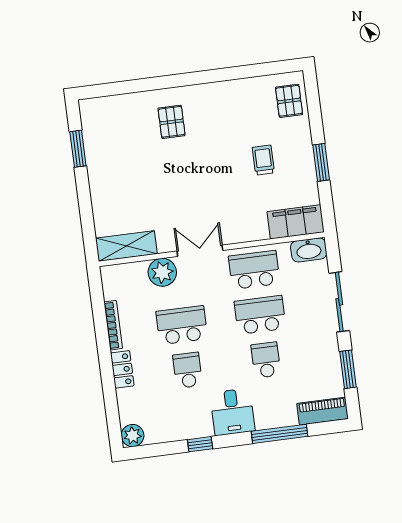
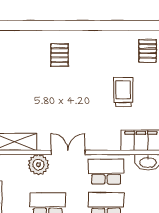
trolley: (263, 160) -> (123, 92), width x1.36, depth x1.39

